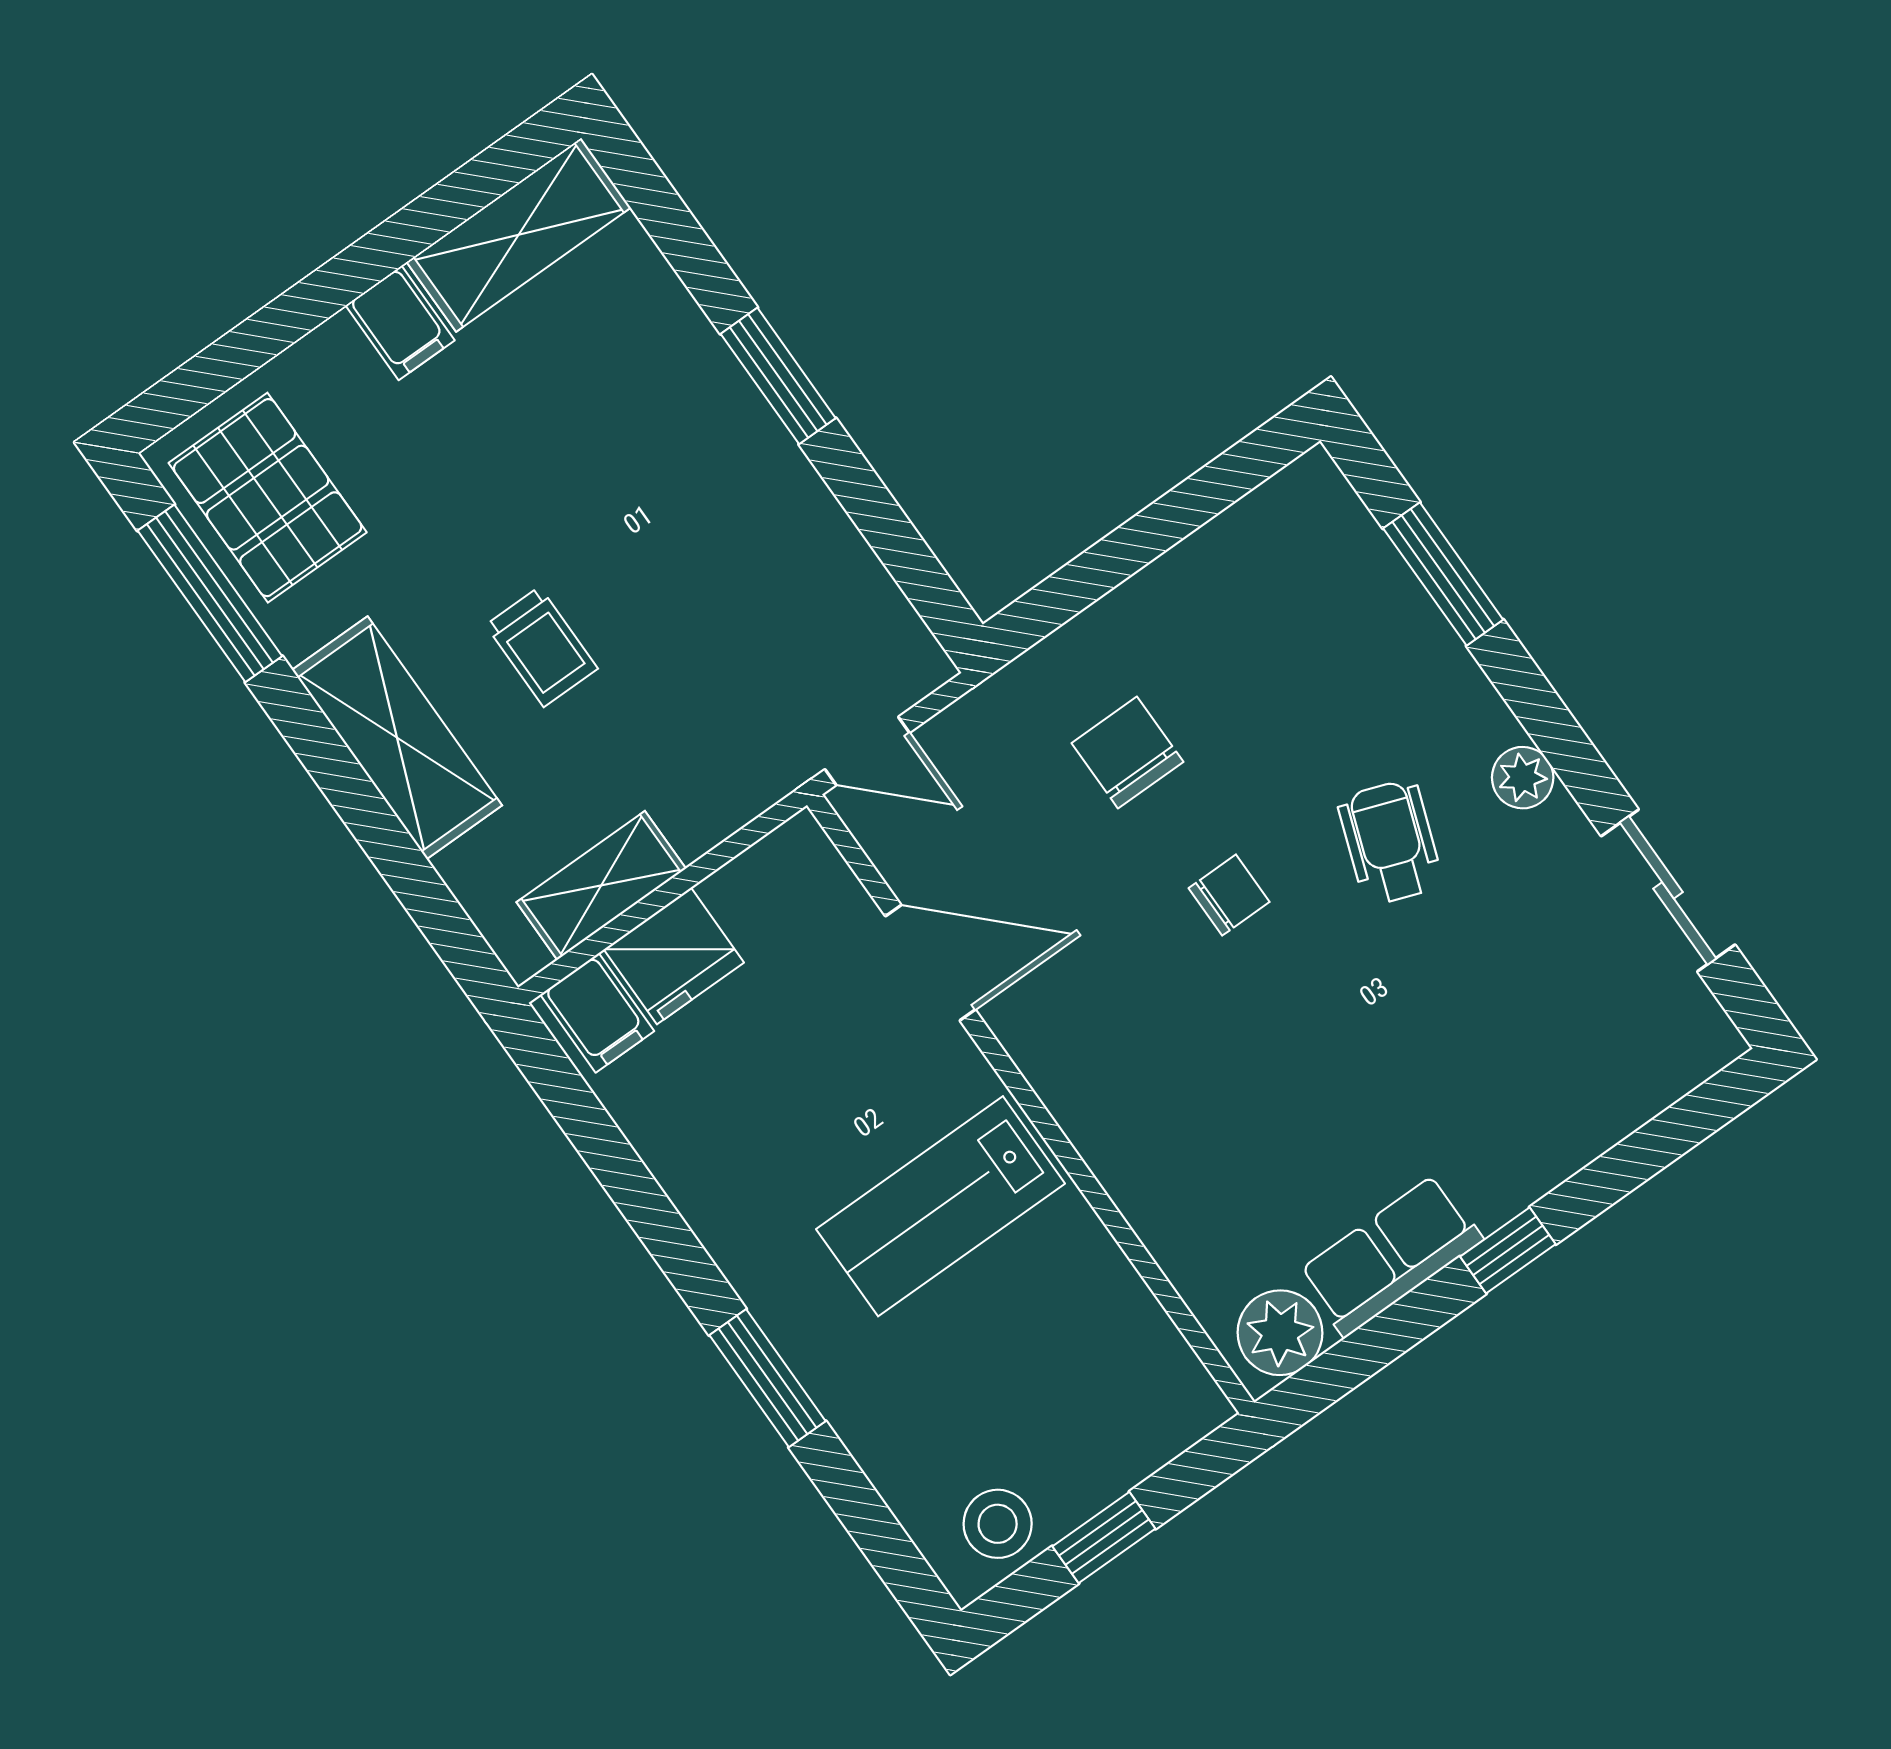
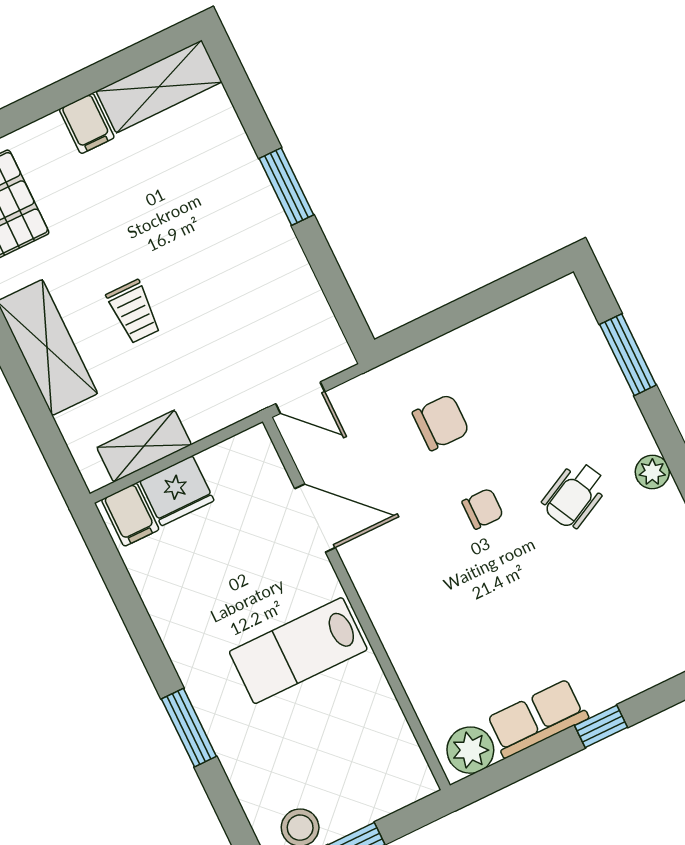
chair: (1127, 752) -> (441, 422), turned 90
wheelchair: (1390, 842) -> (575, 495), turned -137

